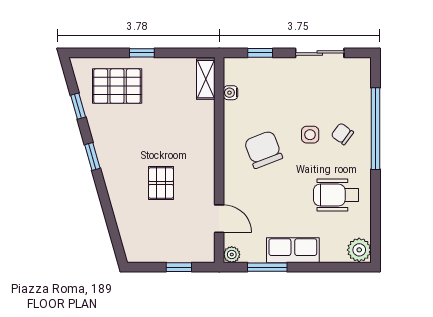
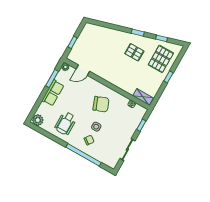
pallet: (161, 183) -> (134, 52), moved
wheelchair: (336, 195) -> (66, 123), turned 180

